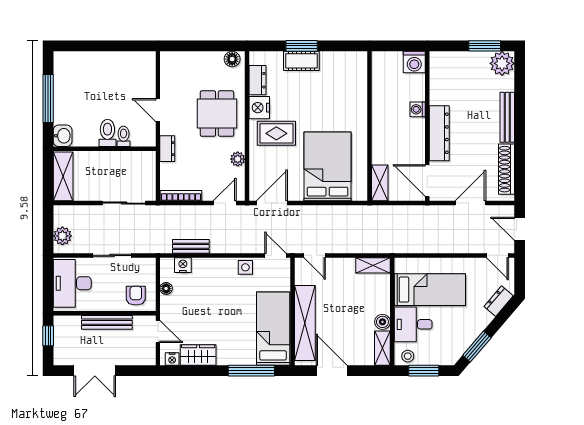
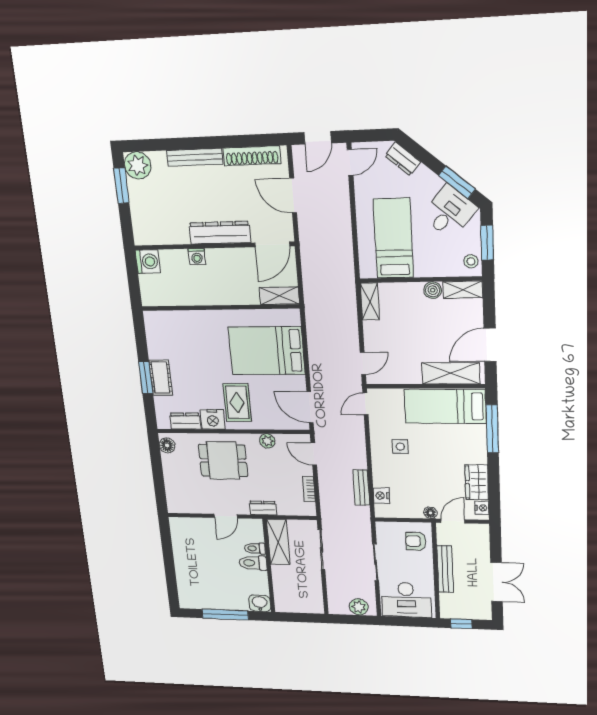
shelving: (63, 176) -> (278, 542), moved, turned 90
bookcase: (181, 196) -> (309, 489), width x0.64
side table: (245, 267) -> (400, 447), moved
floor lamp: (166, 288) -> (430, 513), moved
shelving: (305, 323) -> (451, 373), width x0.68
desk: (413, 324) -> (449, 212), moved, turned -139

